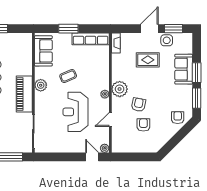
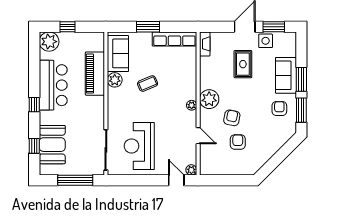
rug: (148, 60) -> (243, 64), turned 90
plant: (41, 85) -> (115, 80), moved
piano: (24, 94) -> (95, 74), moved
reception desk: (75, 112) -> (139, 146), moved
armchair: (178, 118) -> (279, 108), moved
door: (110, 120) -> (198, 136), swing flipped

